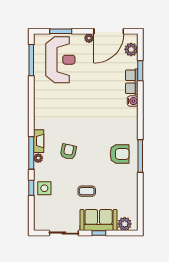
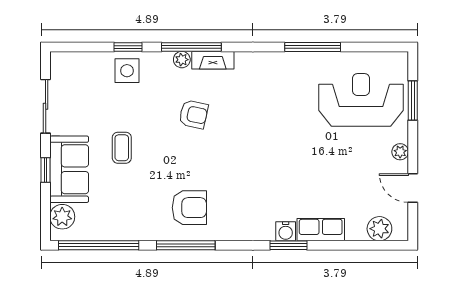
door: (109, 31) -> (413, 188), width x0.53
window: (31, 60) -> (313, 47), moved
reception desk: (60, 60) -> (361, 100), turned 180
window: (140, 71) -> (288, 245), moved
armchair: (120, 154) -> (189, 208), turned -90
window: (140, 204) -> (99, 245), added

